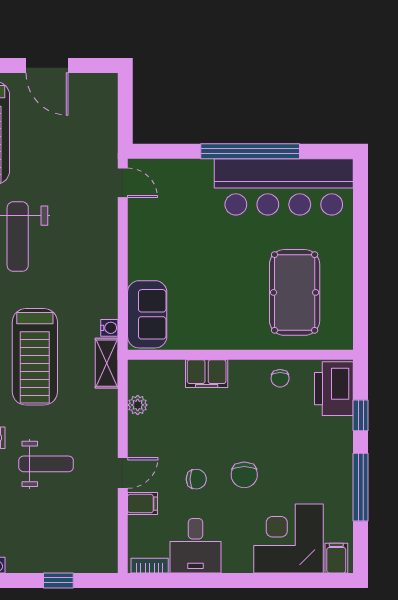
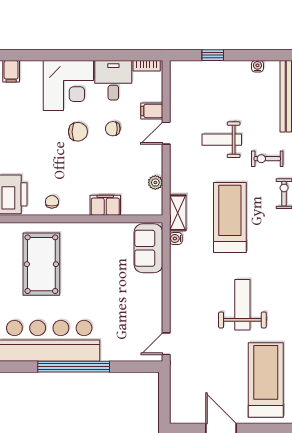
door: (123, 183) -> (166, 344), hinge flipped
chair: (244, 475) -> (78, 132), turned 90
corner desk: (289, 539) -> (68, 86), moved

